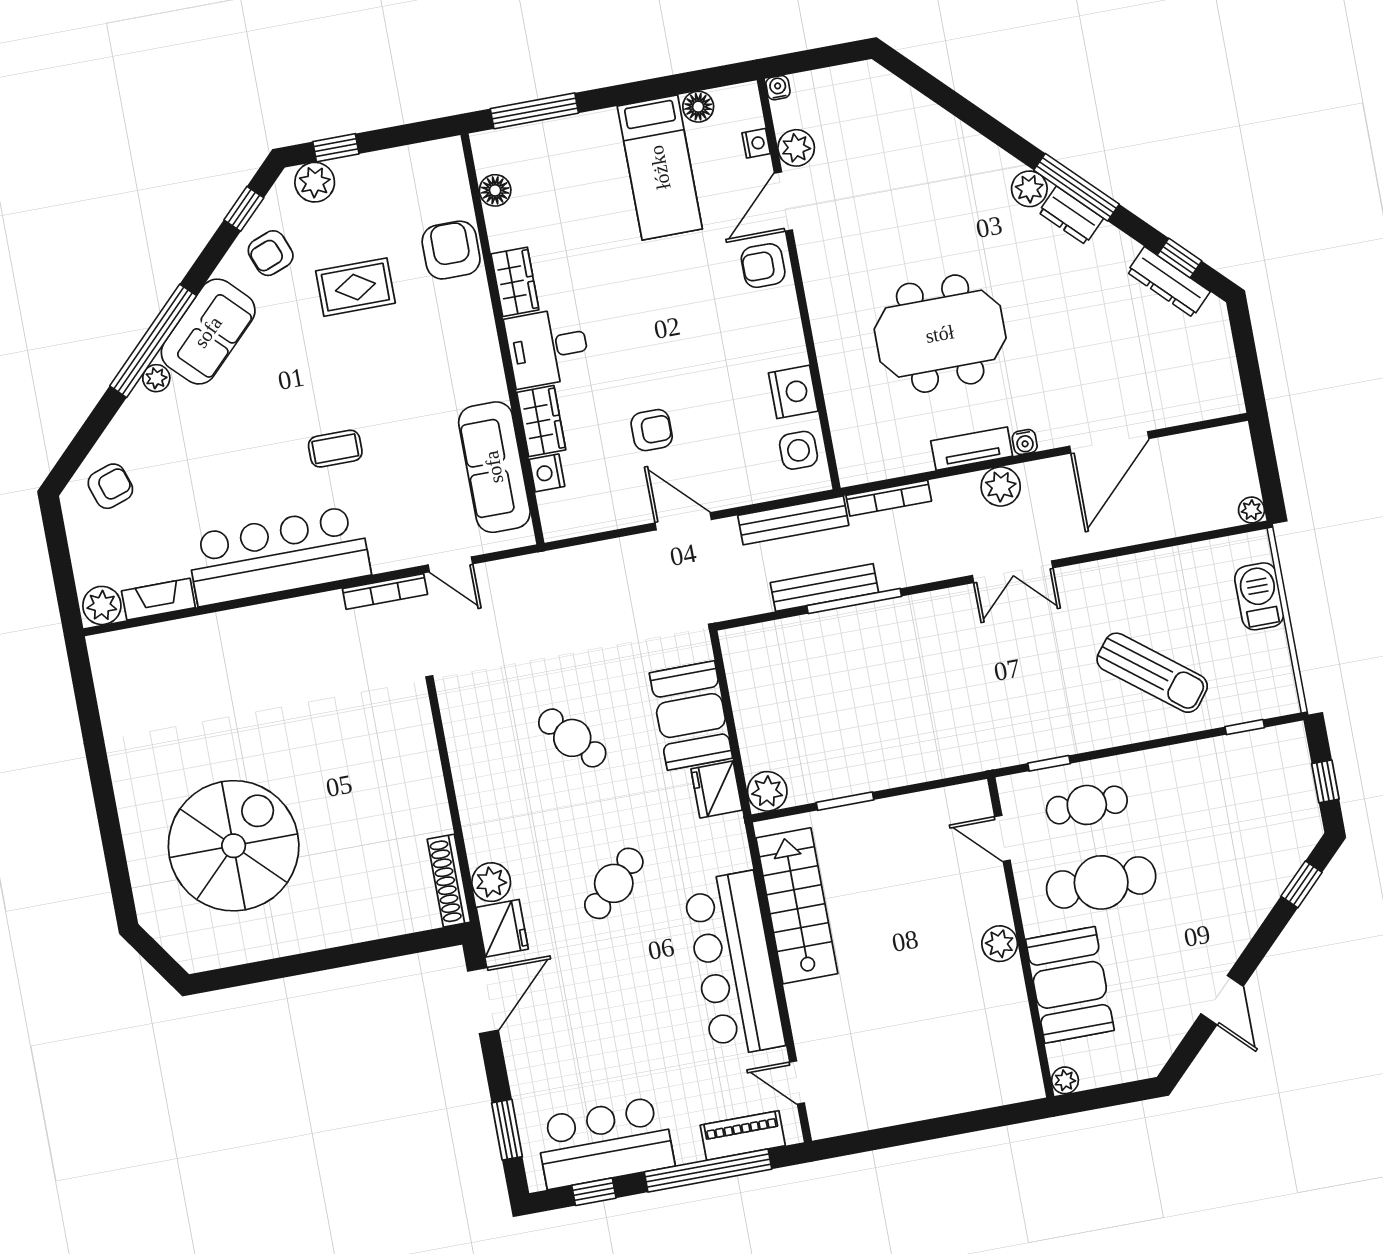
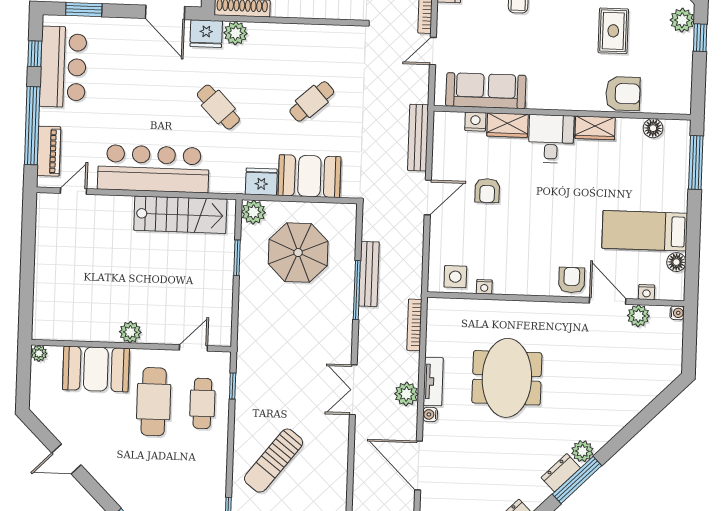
nightstand: (793, 392) -> (484, 287), width x0.53, depth x0.56
bench: (793, 520) -> (418, 138), moved
parasol: (815, 707) -> (298, 253), added

